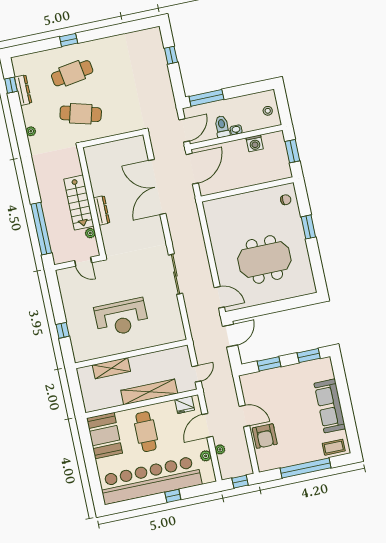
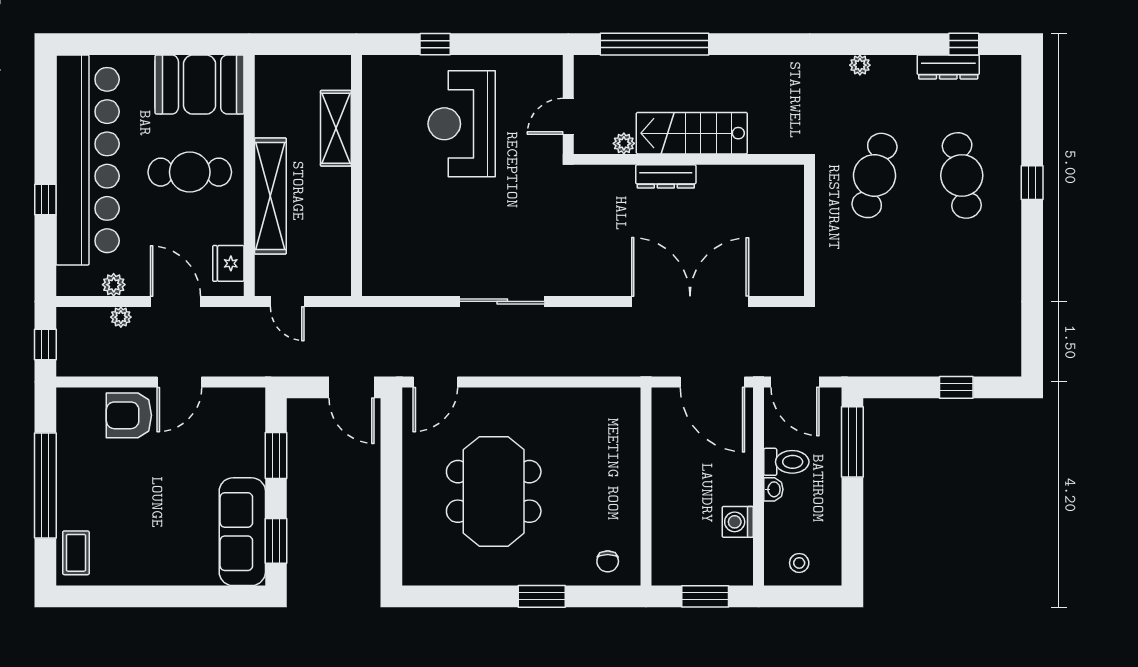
reception desk: (121, 318) -> (462, 124), moved
sofa: (330, 406) -> (242, 532), moved, turned -90

